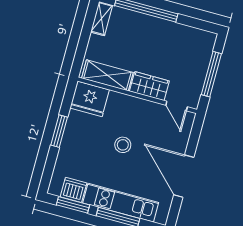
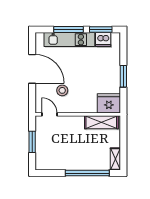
window: (211, 74) -> (32, 142), width x0.69
wardrobe: (149, 86) -> (71, 123), removed
stool: (123, 145) -> (62, 90), moved

